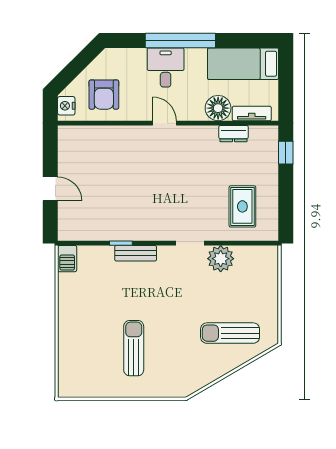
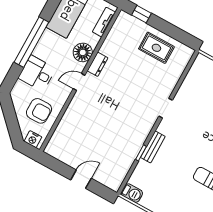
desk: (166, 68) -> (37, 73), moved
floor lamp: (218, 108) -> (83, 52), moved
dresser: (233, 134) -> (98, 64), moved
rug: (242, 206) -> (156, 48), moved
plant: (221, 259) -> (187, 94), removed

